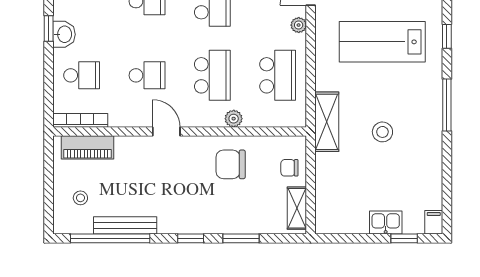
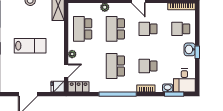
lab bench: (382, 42) -> (30, 46), width x0.73, depth x0.72

